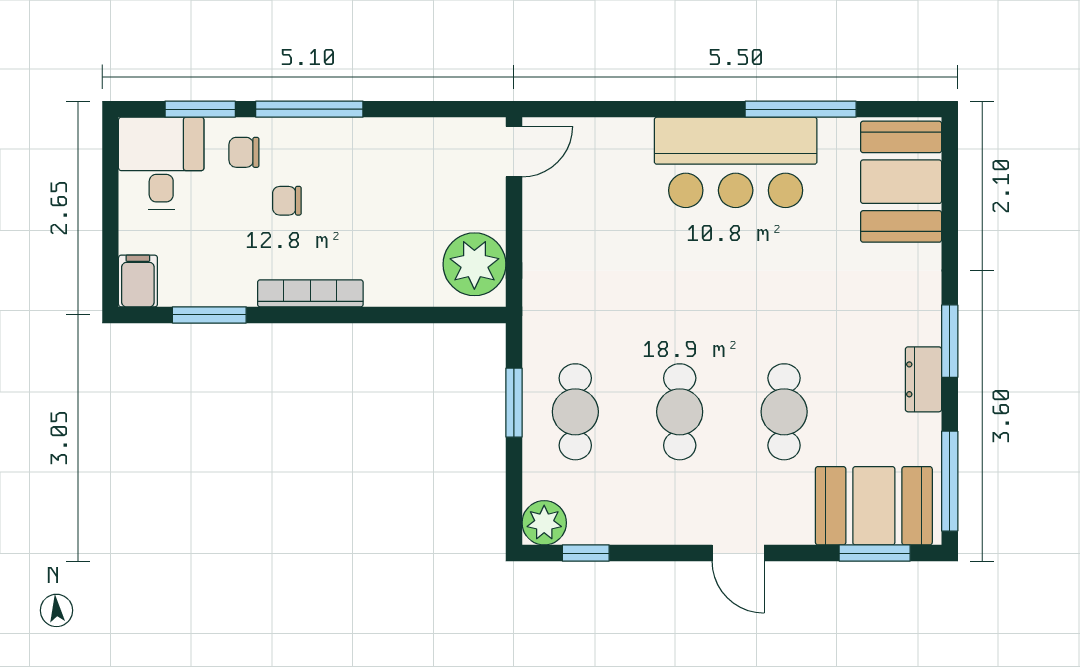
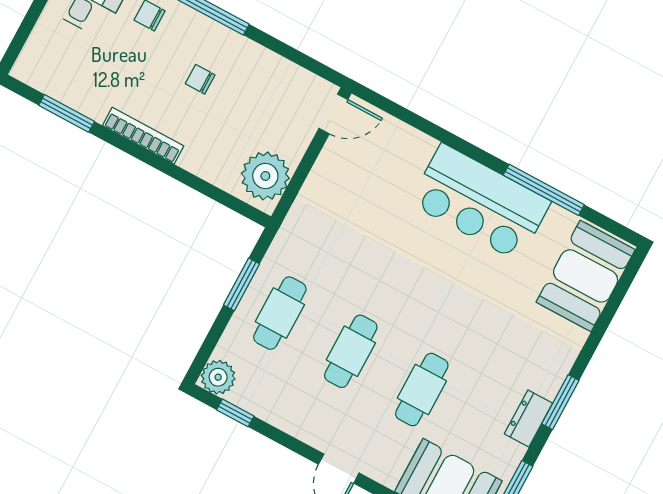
chair: (287, 201) -> (200, 79), moved
filing cabinet: (138, 281) -> (30, 64), removed

